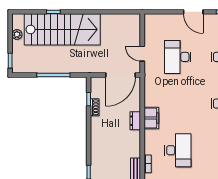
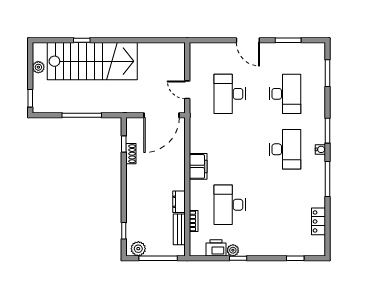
dresser: (135, 121) -> (179, 202), moved
desk: (178, 150) -> (230, 205), turned 180

